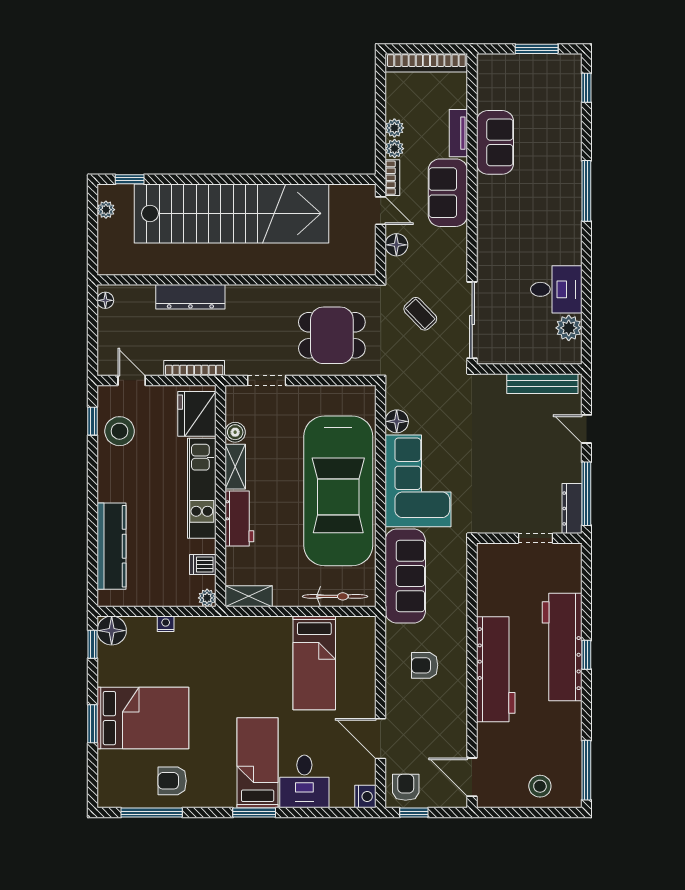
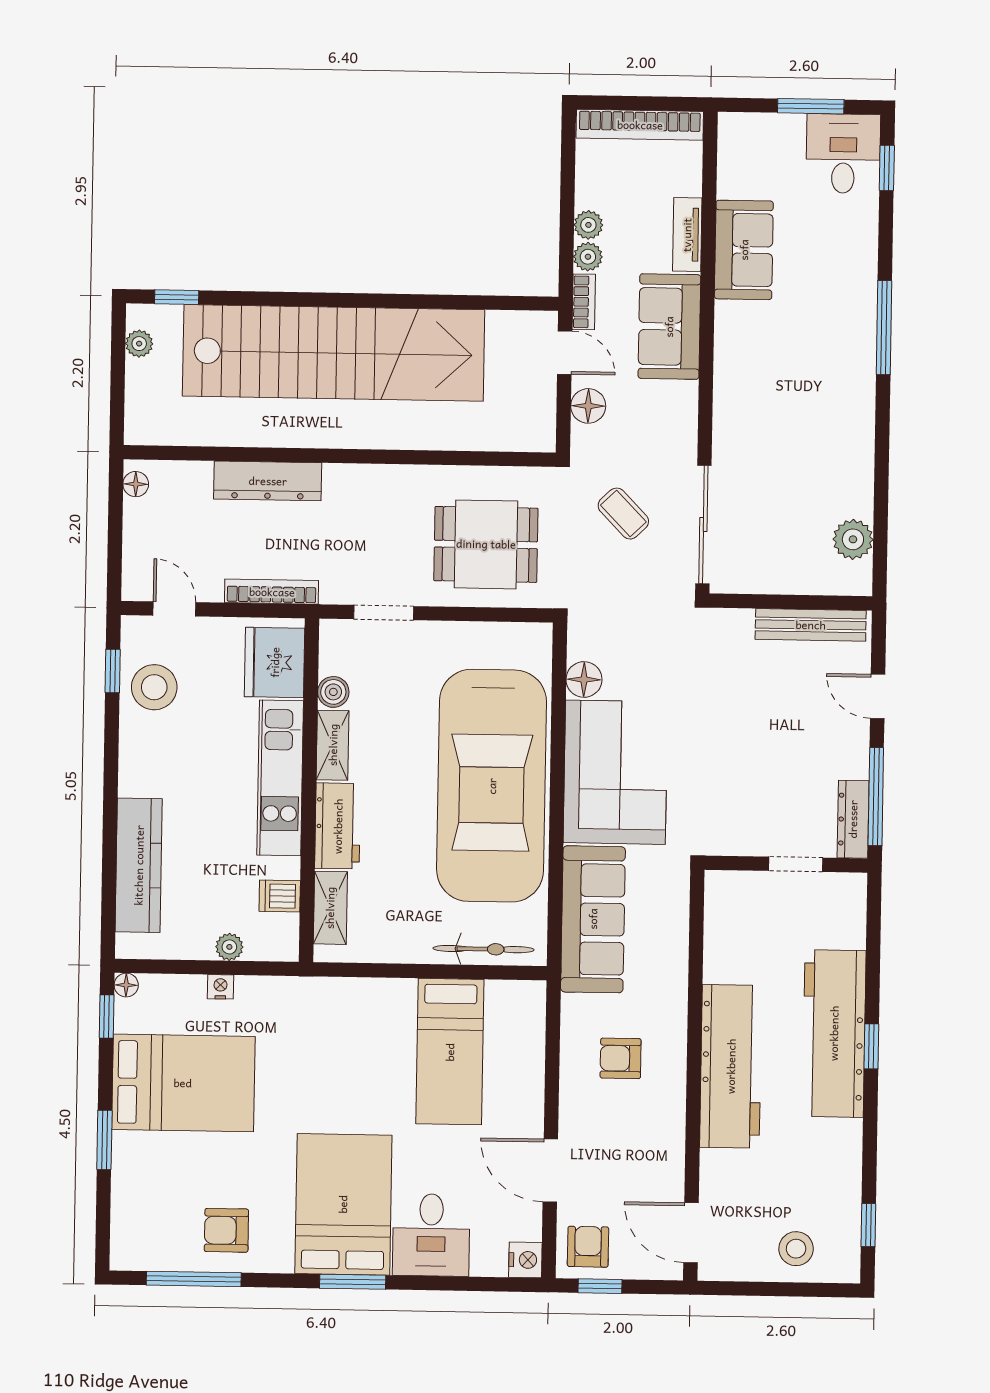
desk: (556, 289) -> (843, 153), moved, turned -90
shelving: (249, 596) -> (330, 908), moved, turned 90
plant: (207, 598) -> (229, 947), moved
floor lamp: (112, 631) -> (126, 985), width x0.53, depth x0.53
bed: (143, 718) -> (183, 1083), moved
bed: (258, 763) -> (343, 1204), width x1.50
window: (586, 770) -> (868, 1225), width x0.46

